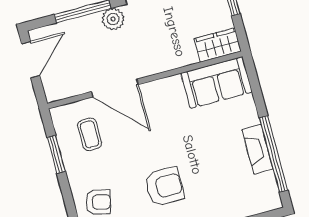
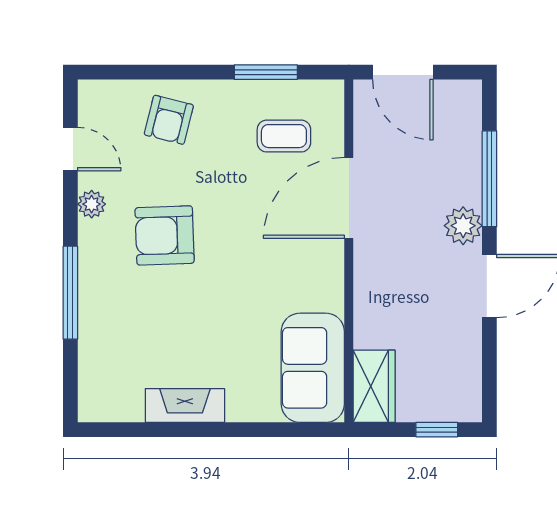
door: (31, 60) -> (403, 72), moved
window: (273, 154) -> (170, 430), removed
armchair: (164, 187) -> (165, 235), turned 88

